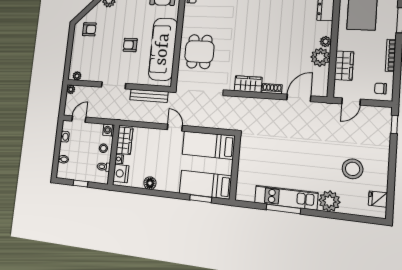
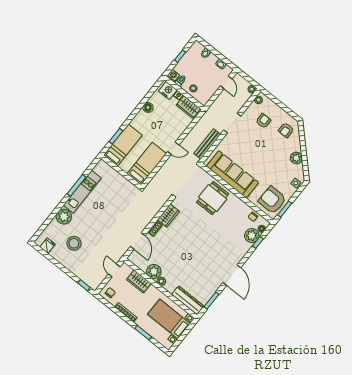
armchair: (130, 45) -> (263, 121), moved
dining table: (199, 52) -> (213, 198), turned 90
washing machine: (109, 130) -> (173, 76), moved

